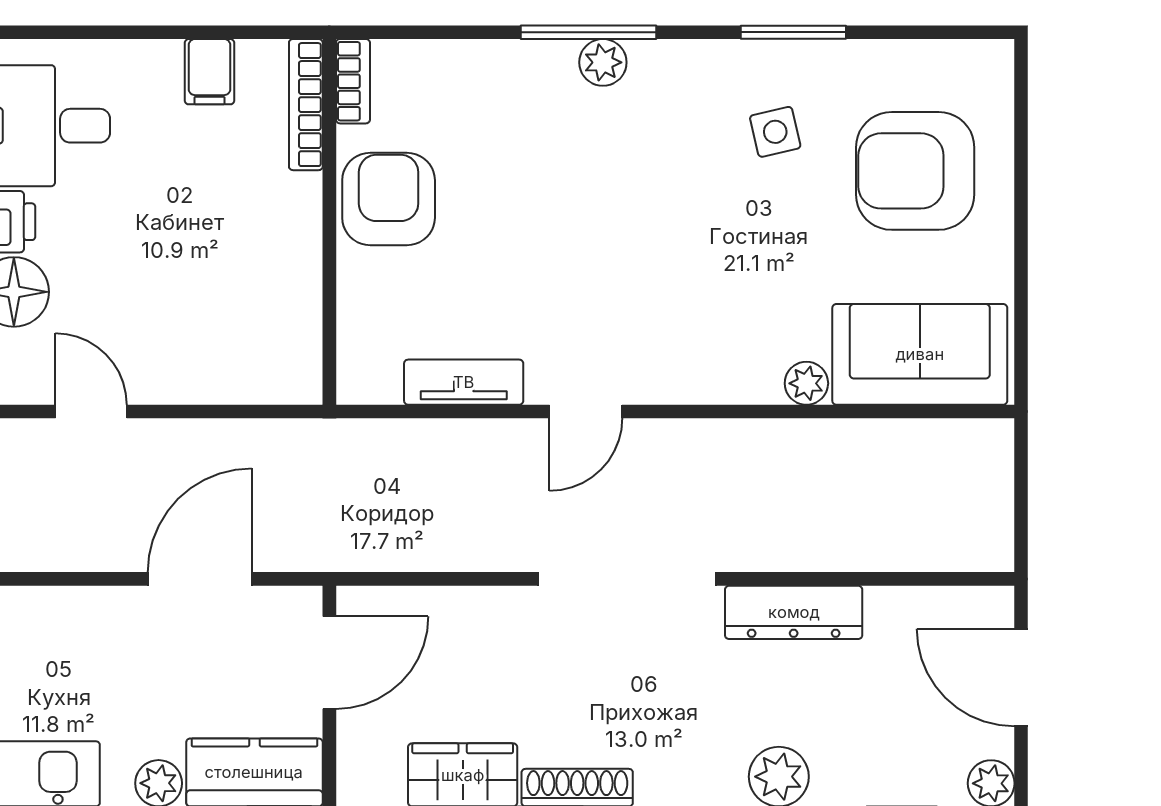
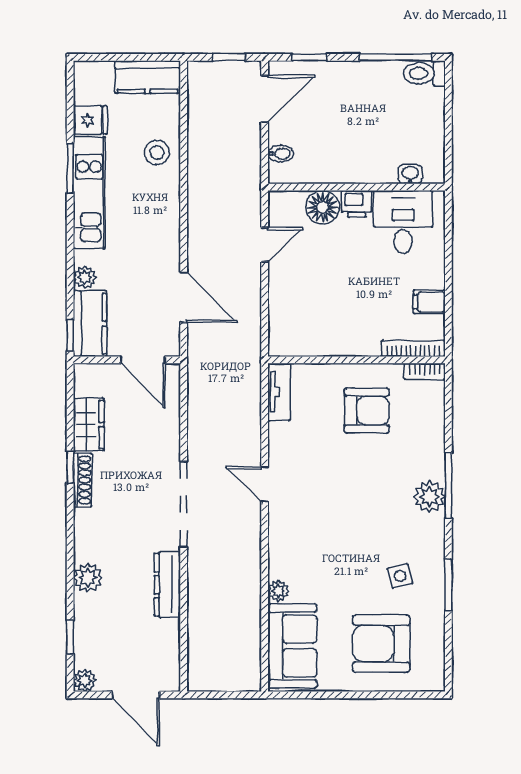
plant: (603, 62) -> (429, 497), width x1.38, depth x1.38
armchair: (915, 171) -> (381, 644), turned -90
armchair: (389, 199) -> (367, 410), moved
tv unit: (464, 382) -> (279, 392), moved
door: (1021, 678) -> (136, 695), swing flipped

